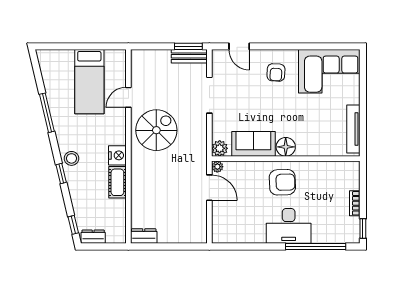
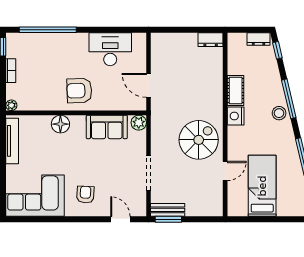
spiral stairs: (156, 130) -> (199, 140), turned 180
floor lamp: (286, 147) -> (60, 124), moved
plant: (217, 167) -> (11, 105), moved
window: (61, 174) -> (289, 99), width x2.17
desk: (289, 226) -> (110, 49), moved

